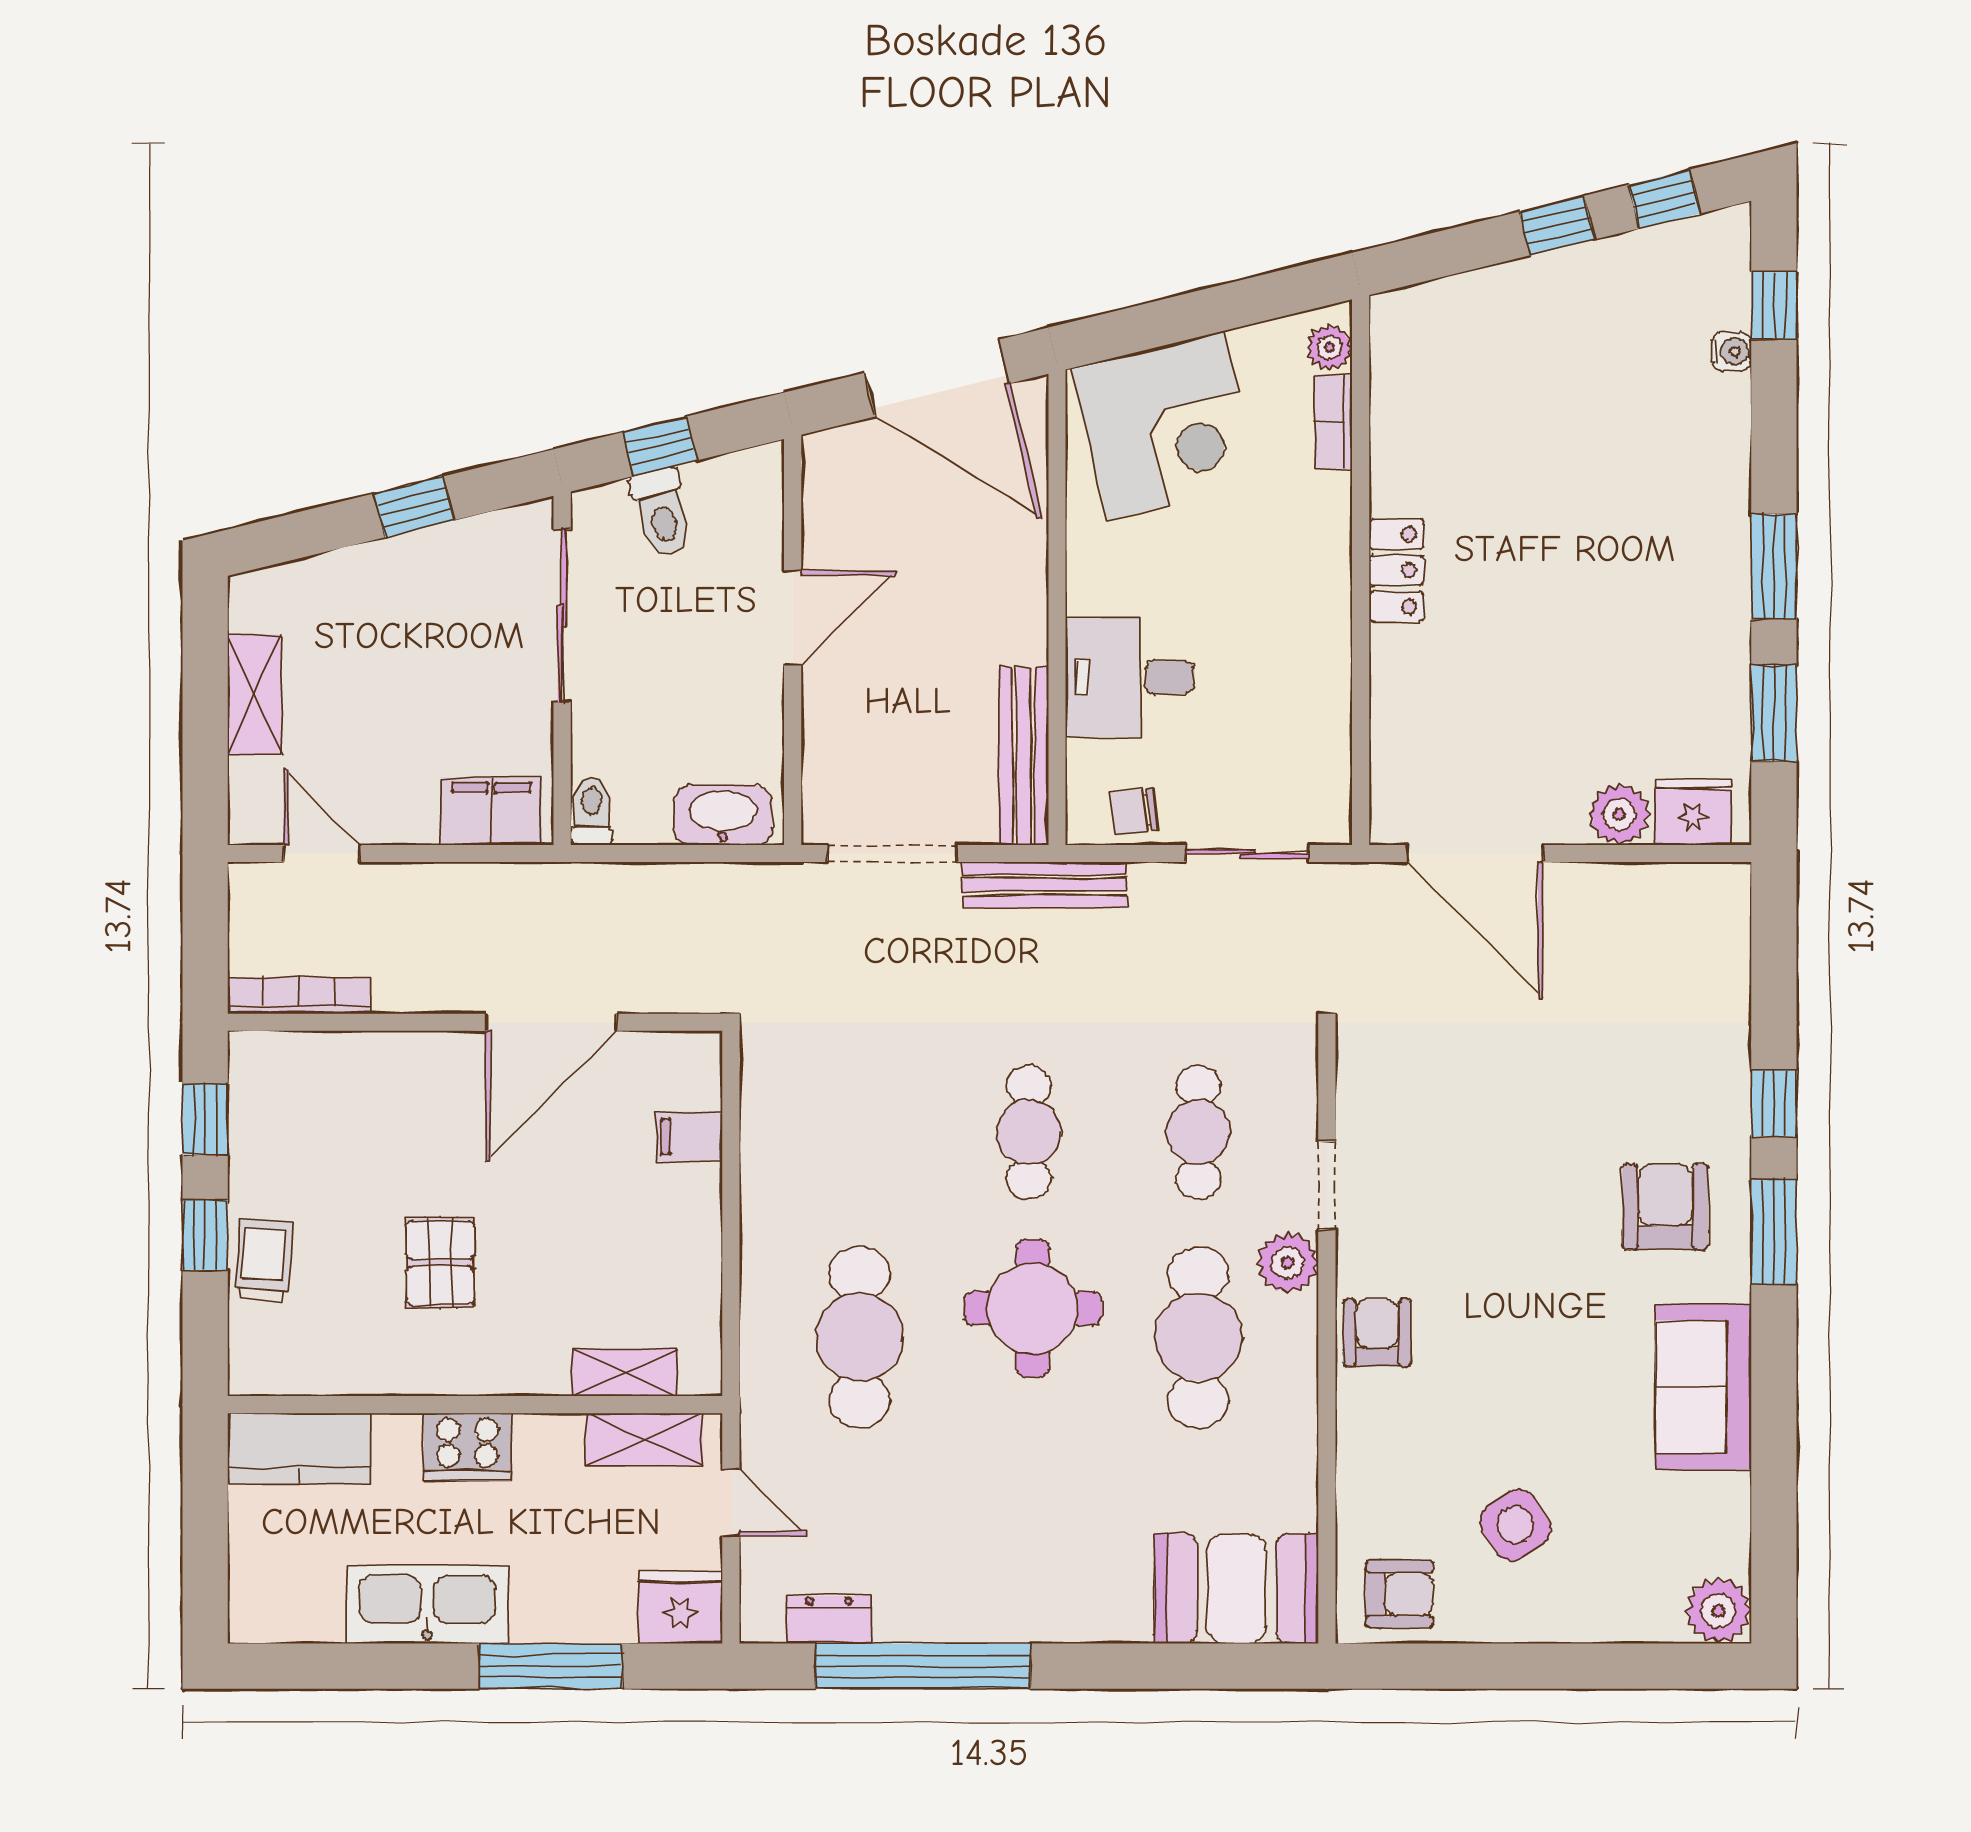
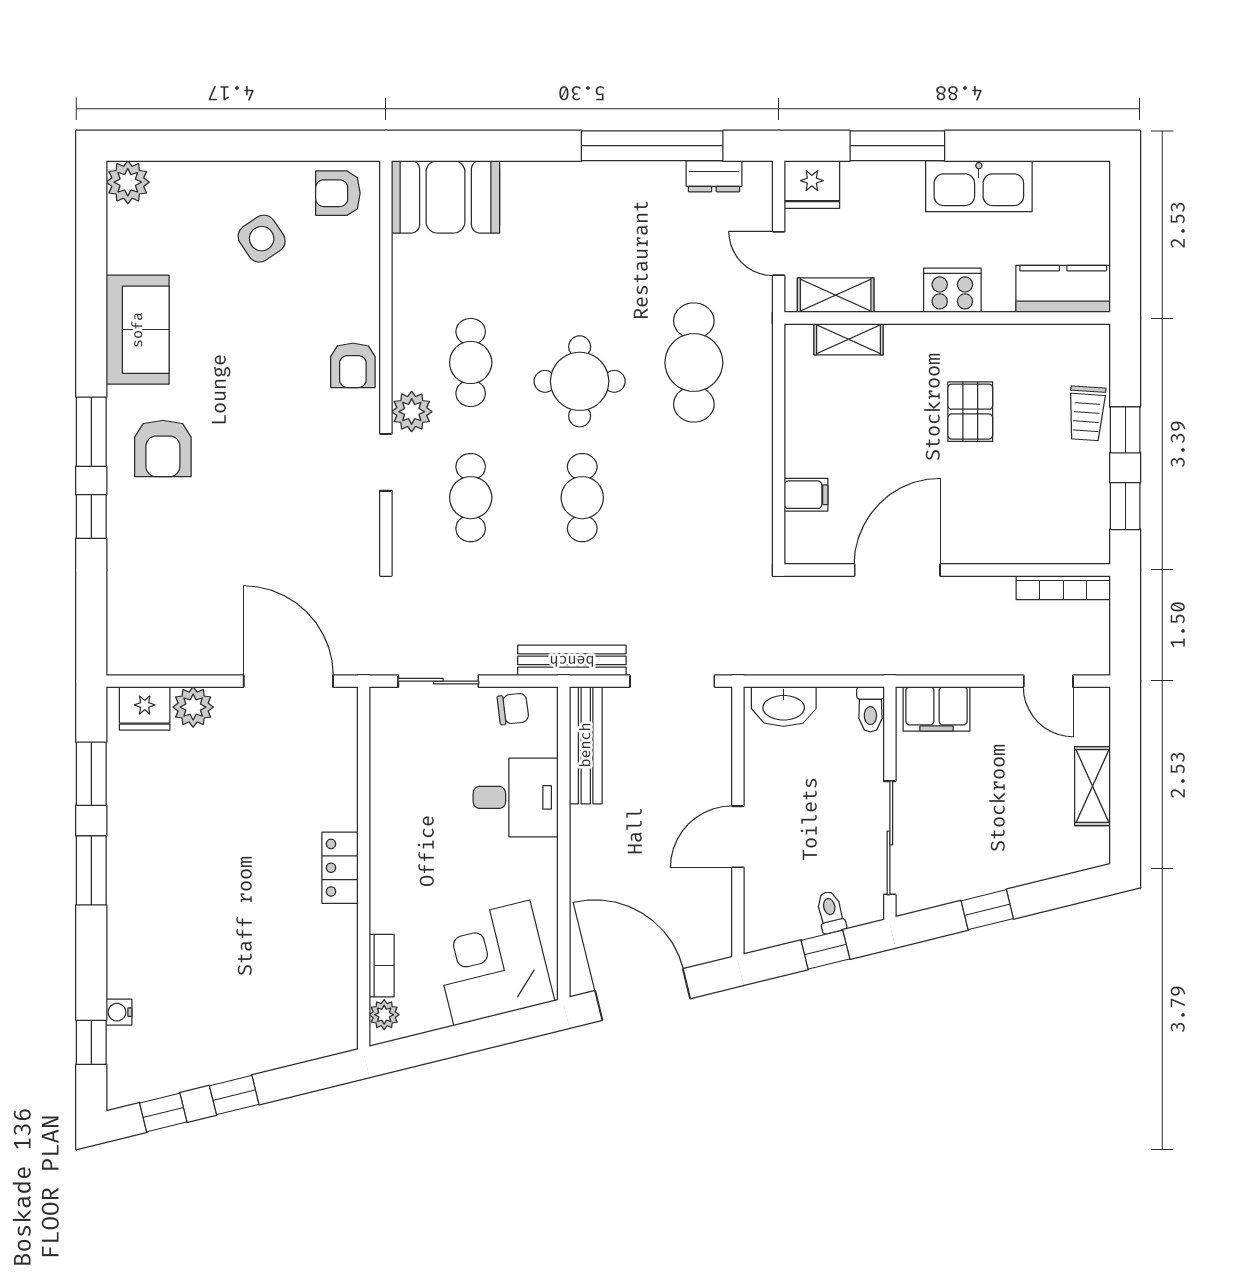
toilet: (662, 513) -> (831, 912), width x0.73, depth x0.72
cafe table: (1198, 1337) -> (471, 363), width x0.73, depth x0.74

